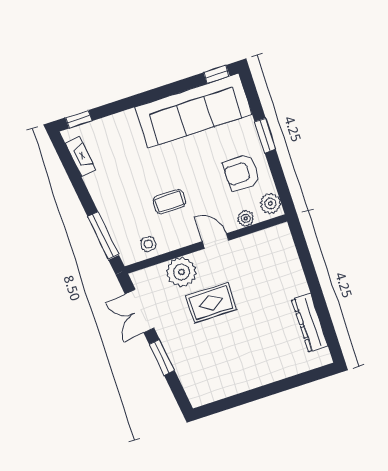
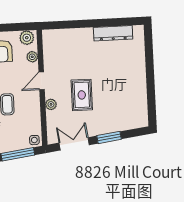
side table: (148, 244) -> (34, 140), moved
plant: (181, 272) -> (51, 104), width x0.53, depth x0.53
double door: (139, 311) -> (74, 144), swing flipped

